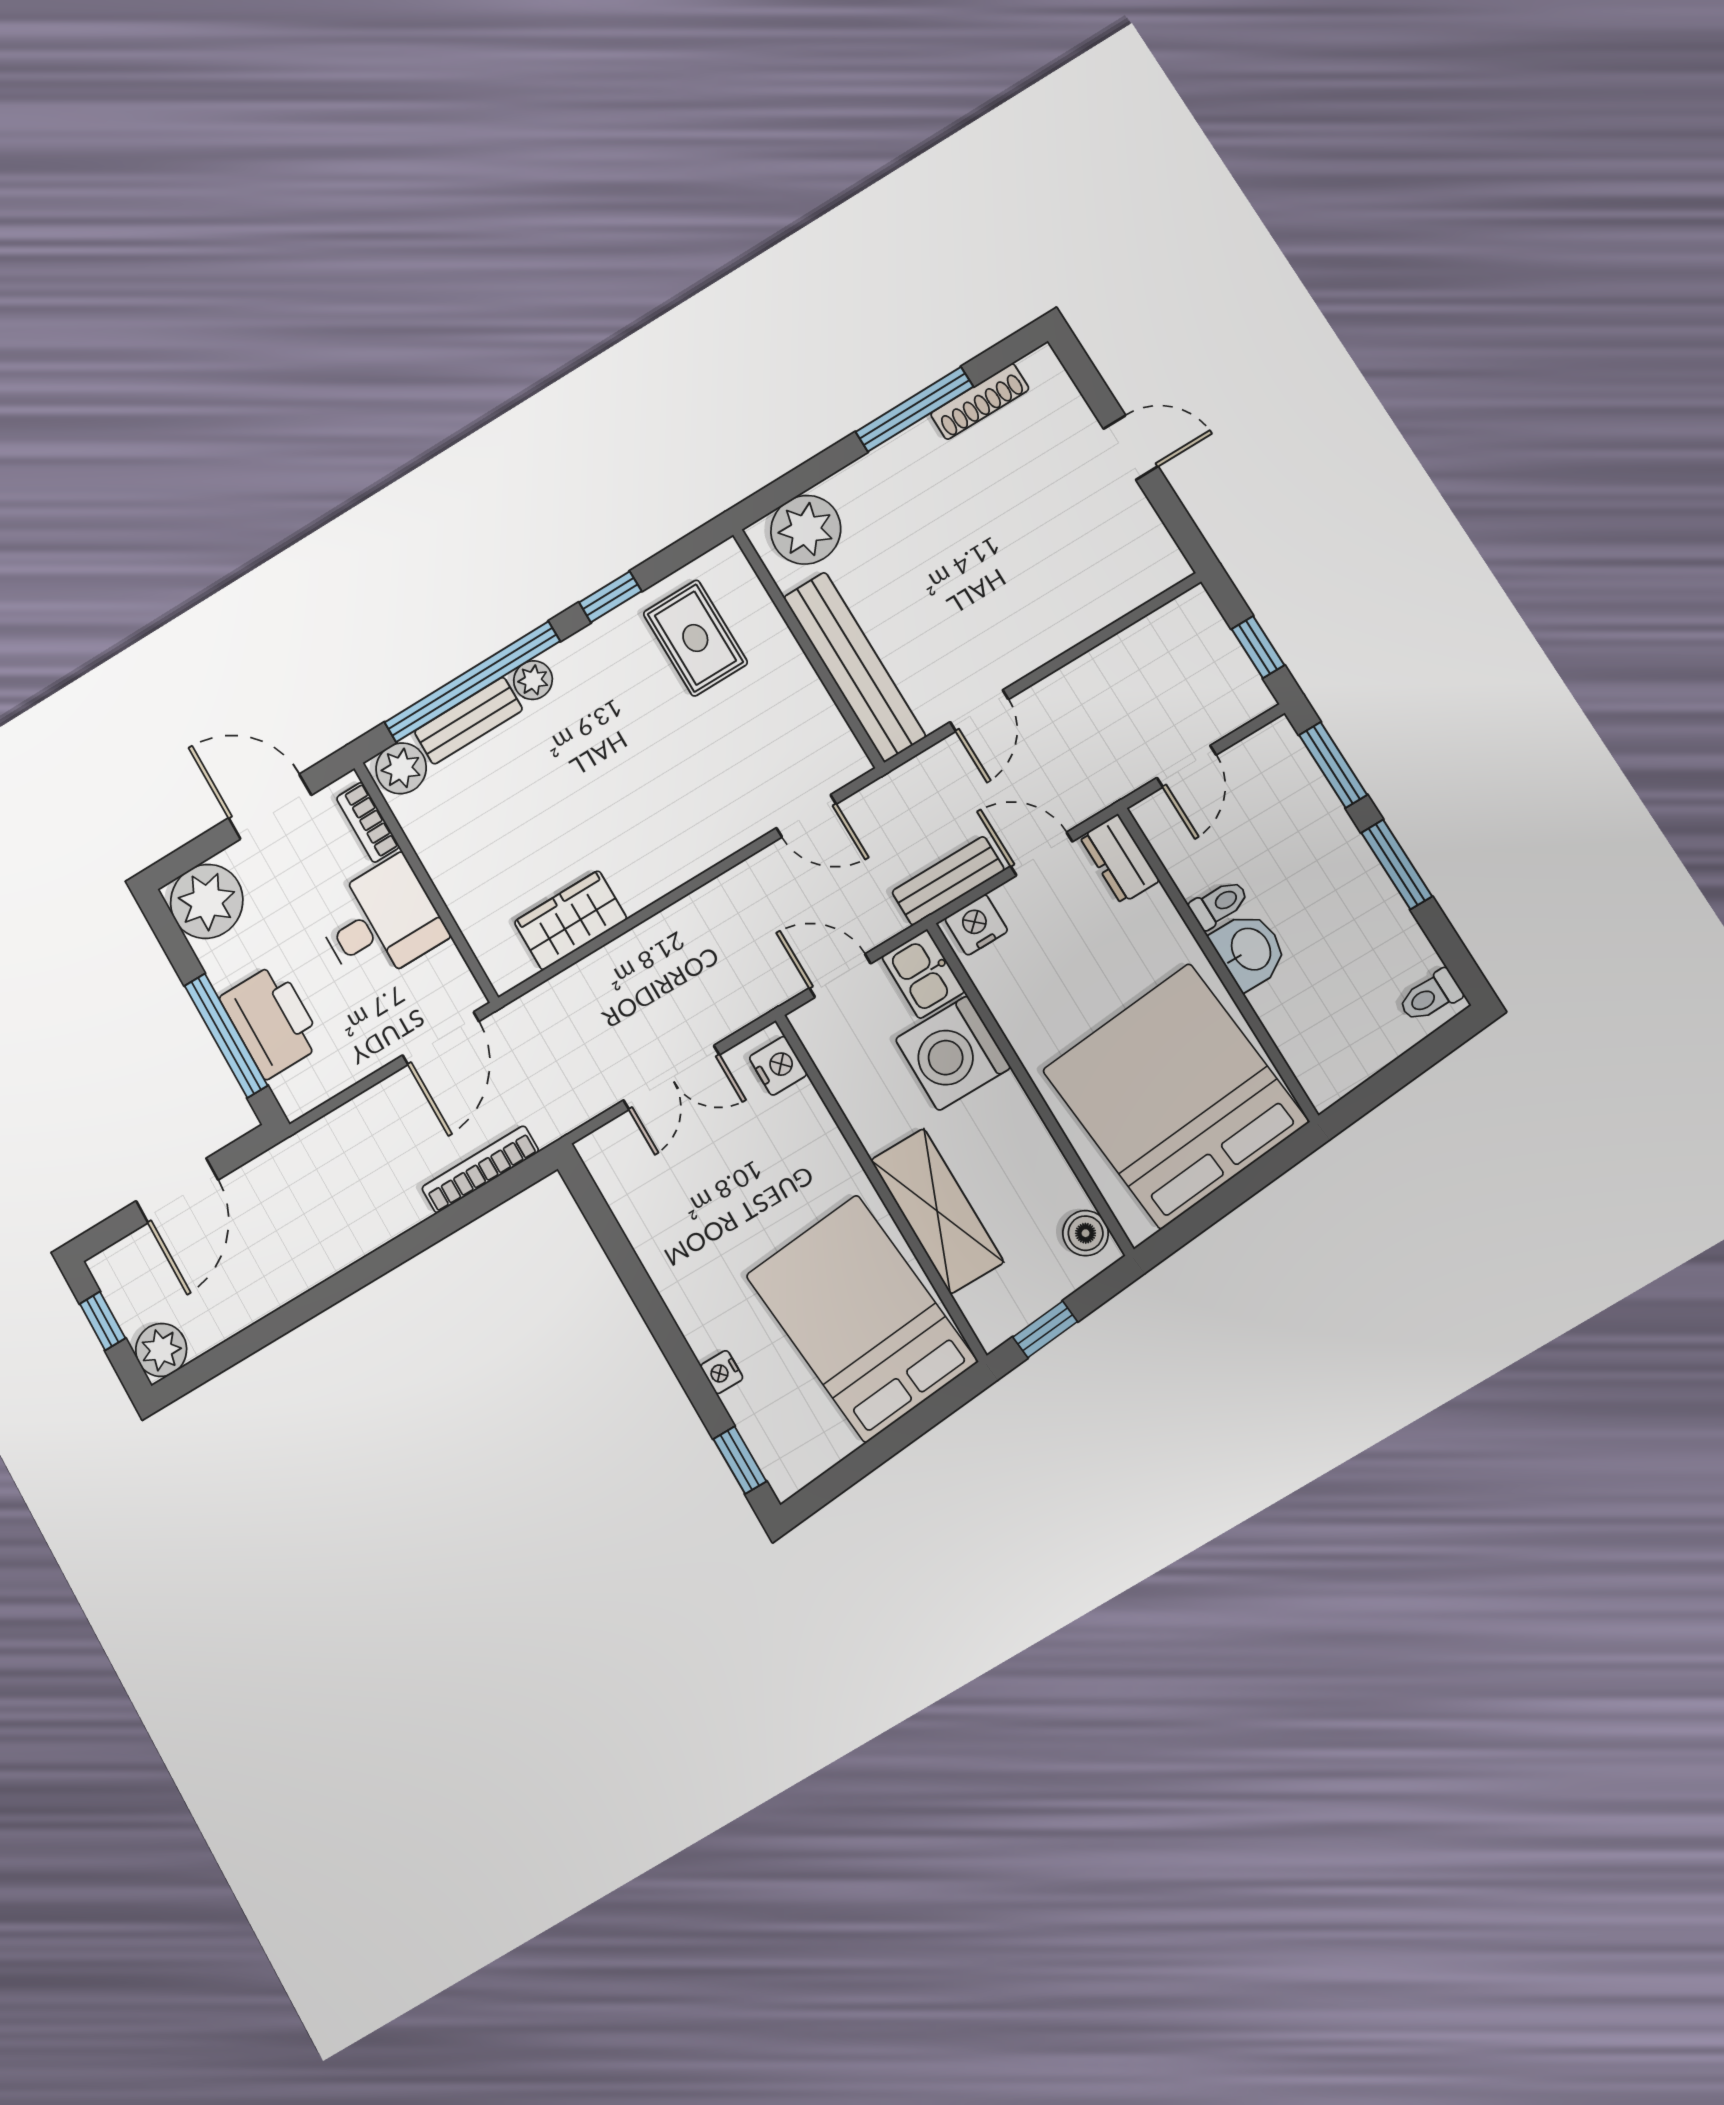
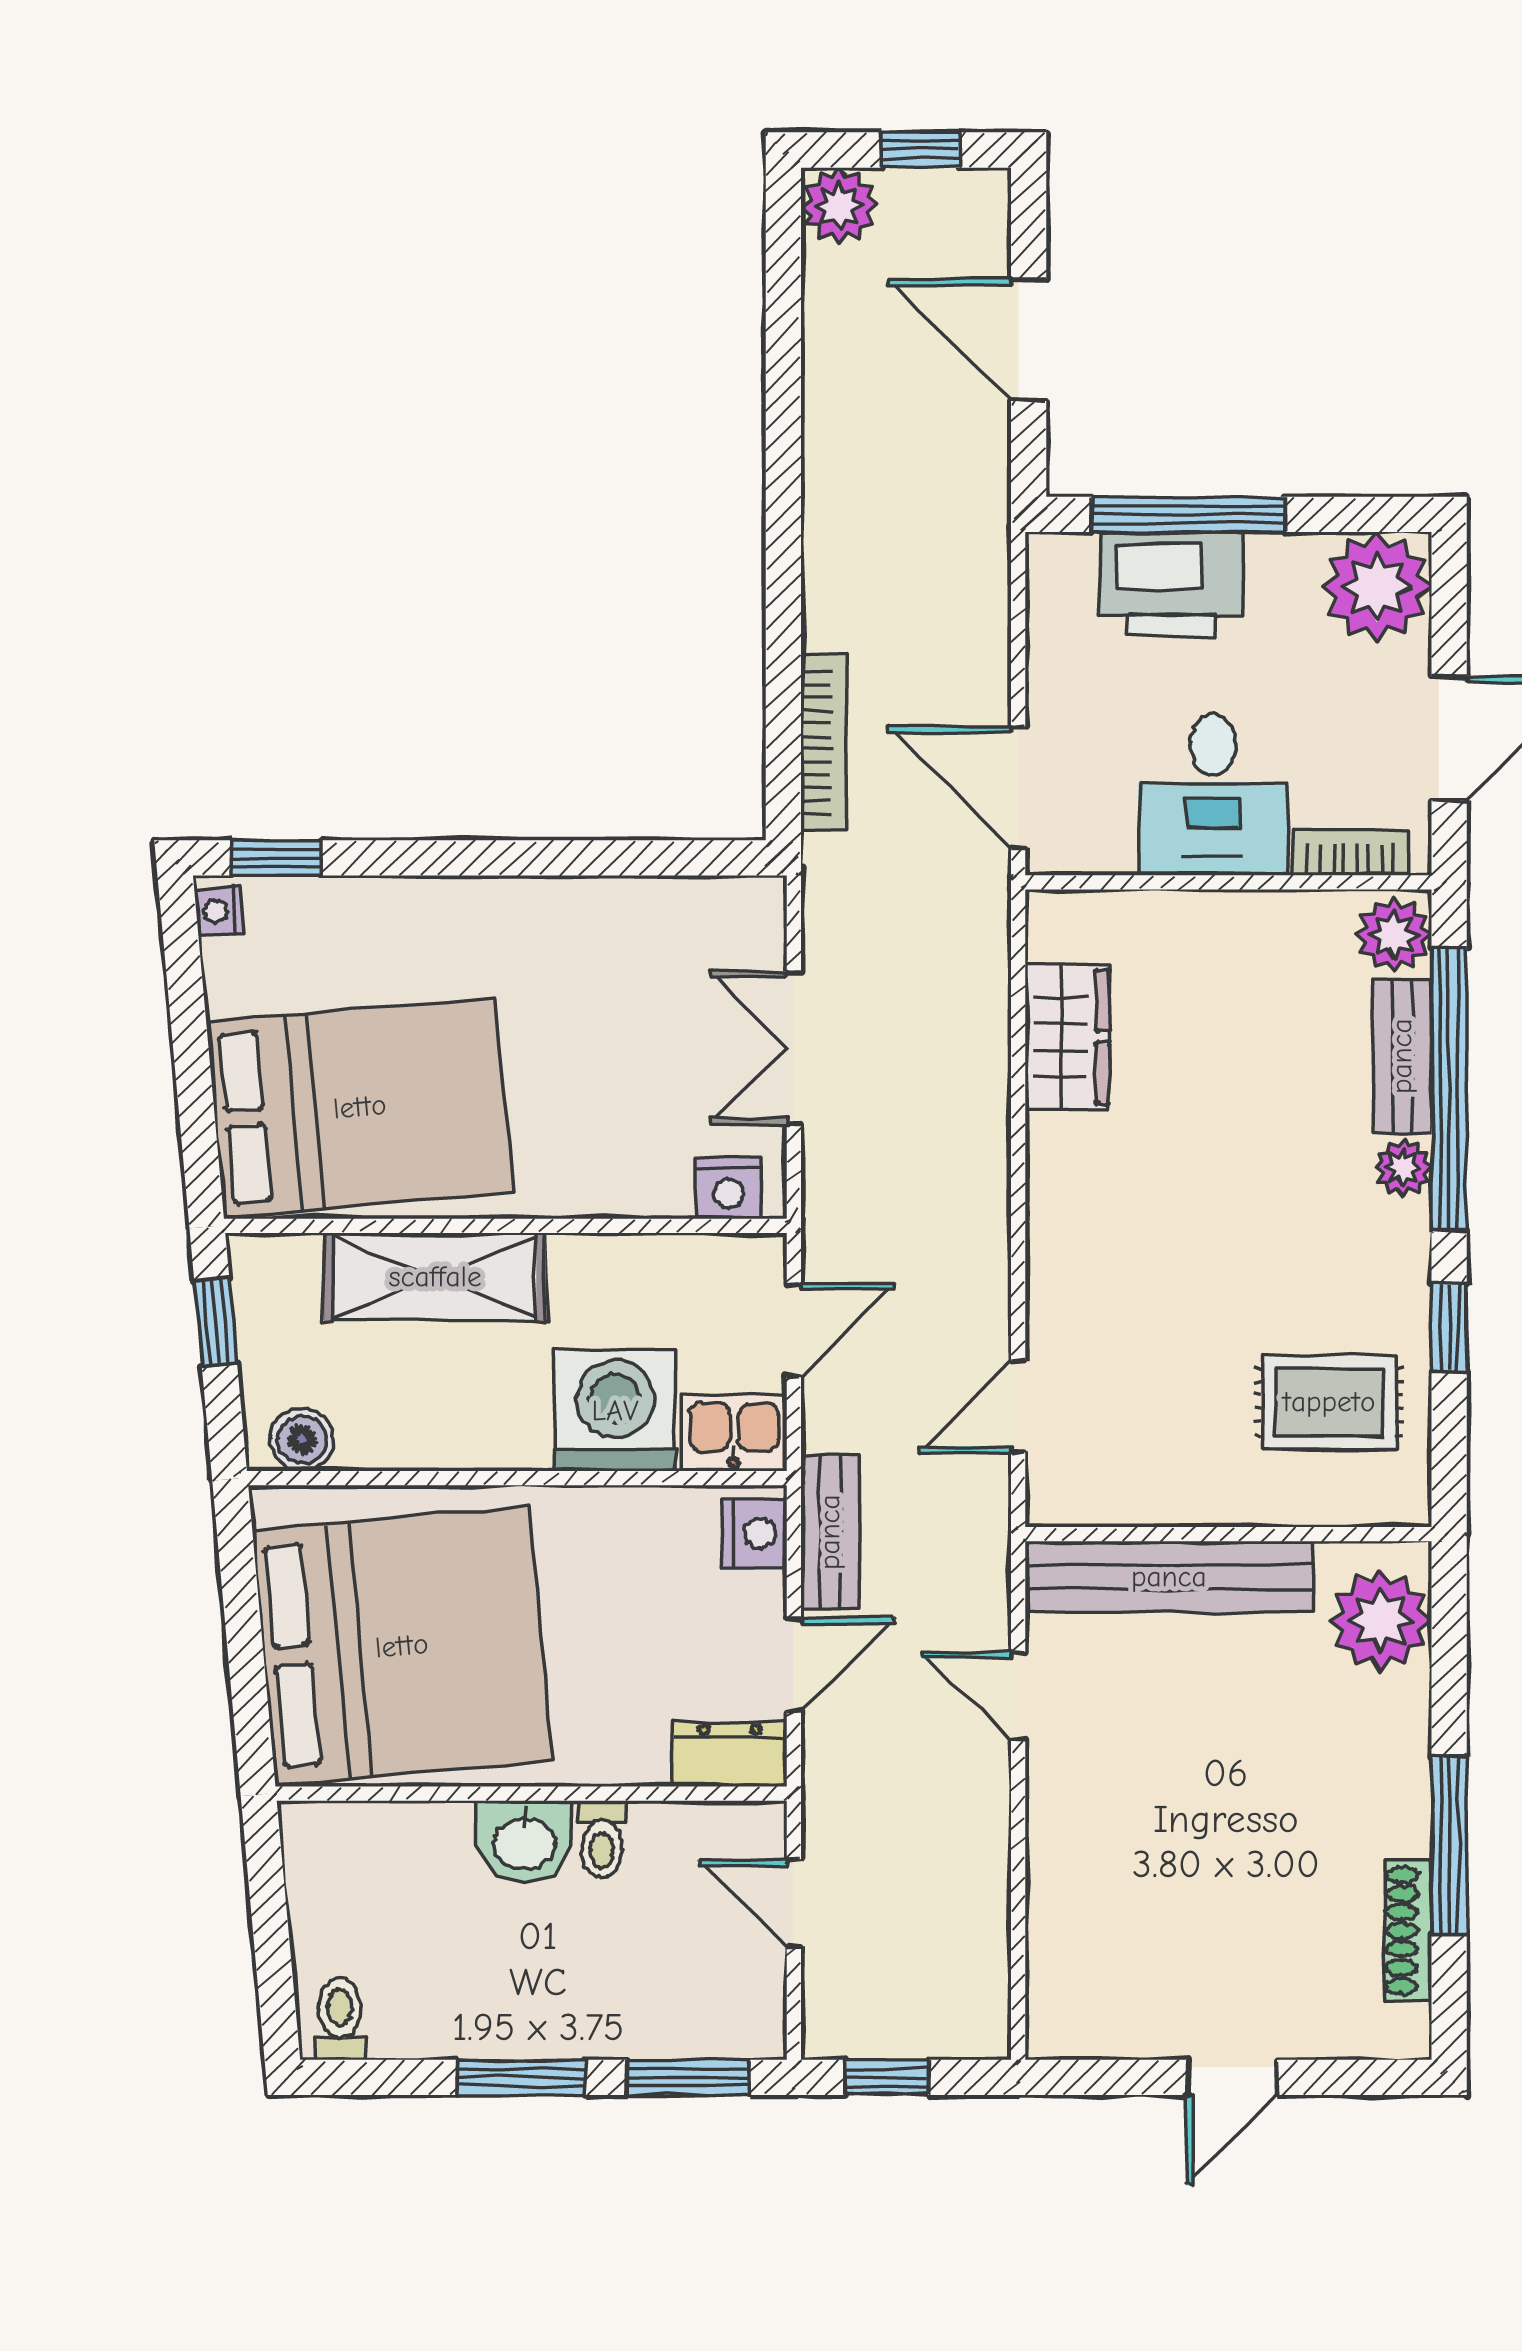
nightstand: (722, 1372) -> (219, 911), moved, turned -95

